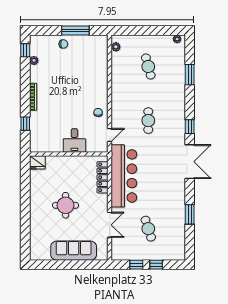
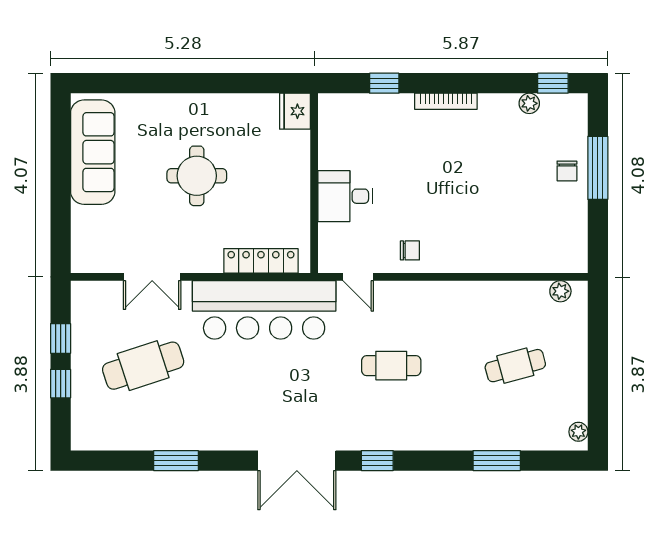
window: (75, 31) -> (598, 168), moved
cafe table: (148, 229) -> (143, 366), width x1.37, depth x1.35
sofa: (74, 251) -> (93, 152), moved

